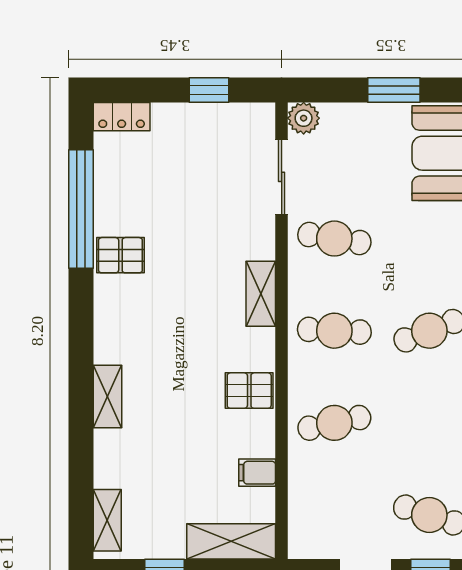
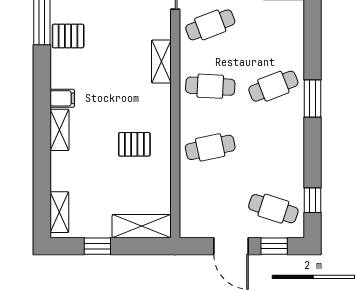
cafe table: (334, 239) -> (210, 25), turned -30
pallet: (249, 391) -> (134, 144), moved
filing cabinet: (257, 473) -> (62, 98), moved, turned 180

